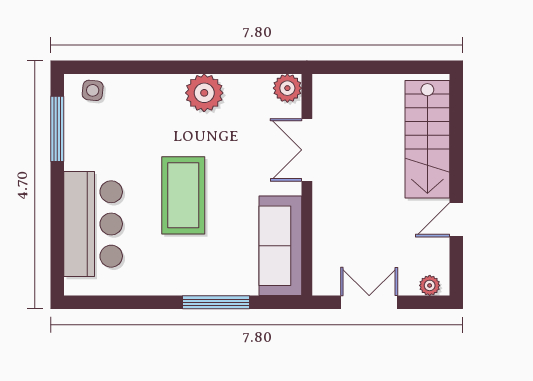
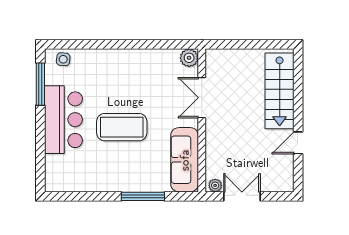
plant: (204, 93) -> (135, 61), removed
coffee table: (183, 195) -> (122, 127), turned 90
bar counter: (93, 224) -> (63, 120), moved
plant: (430, 285) -> (215, 185), moved

